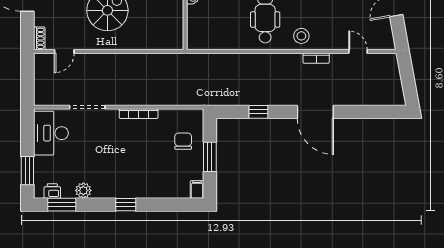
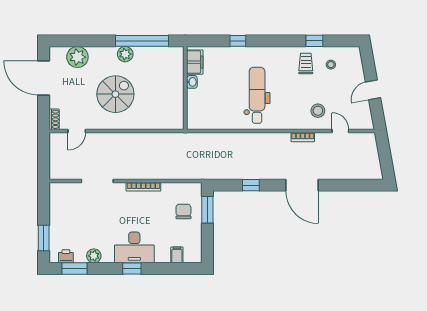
stool: (301, 36) -> (318, 111), moved
desk: (51, 133) -> (134, 247), moved, turned -90
window: (210, 157) -> (207, 210), moved
filing cabinet: (197, 189) -> (177, 255), moved

